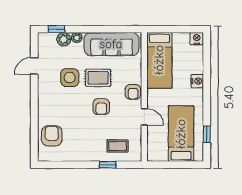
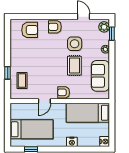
plant: (64, 39) -> (104, 27), moved
sofa: (111, 44) -> (100, 76), width x0.73
armchair: (101, 107) -> (55, 27), moved

